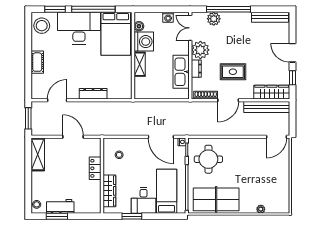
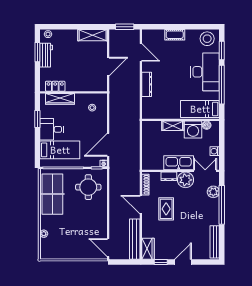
bed: (116, 34) -> (200, 109), width x0.67
kitchen sink: (181, 72) -> (179, 163), moved
wardrobe: (272, 92) -> (148, 249), width x0.67
locker: (95, 168) -> (55, 86), moved

